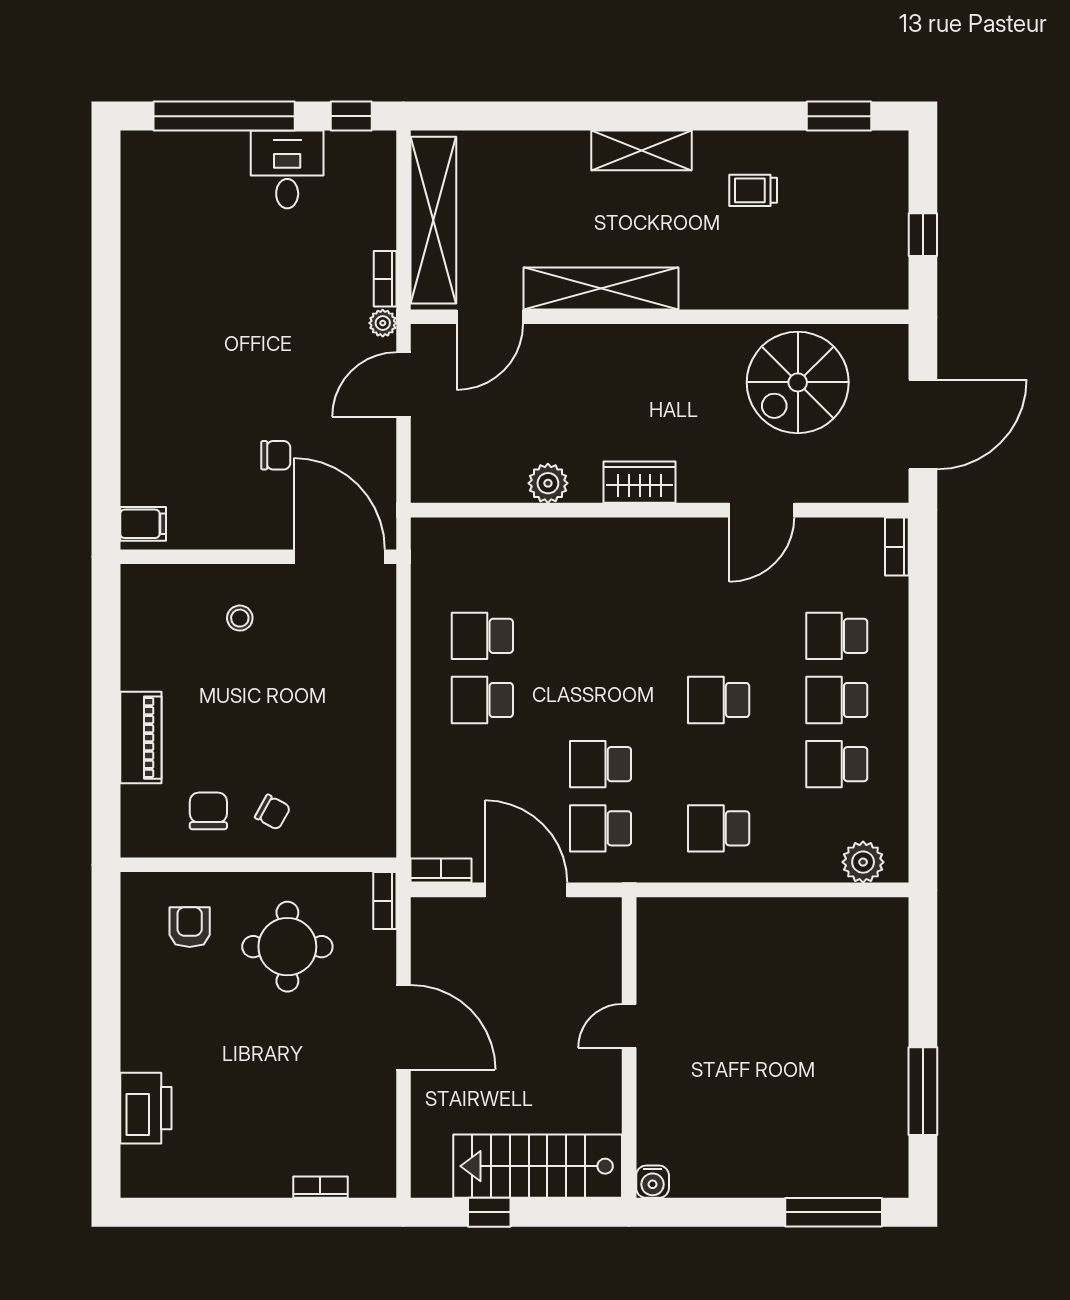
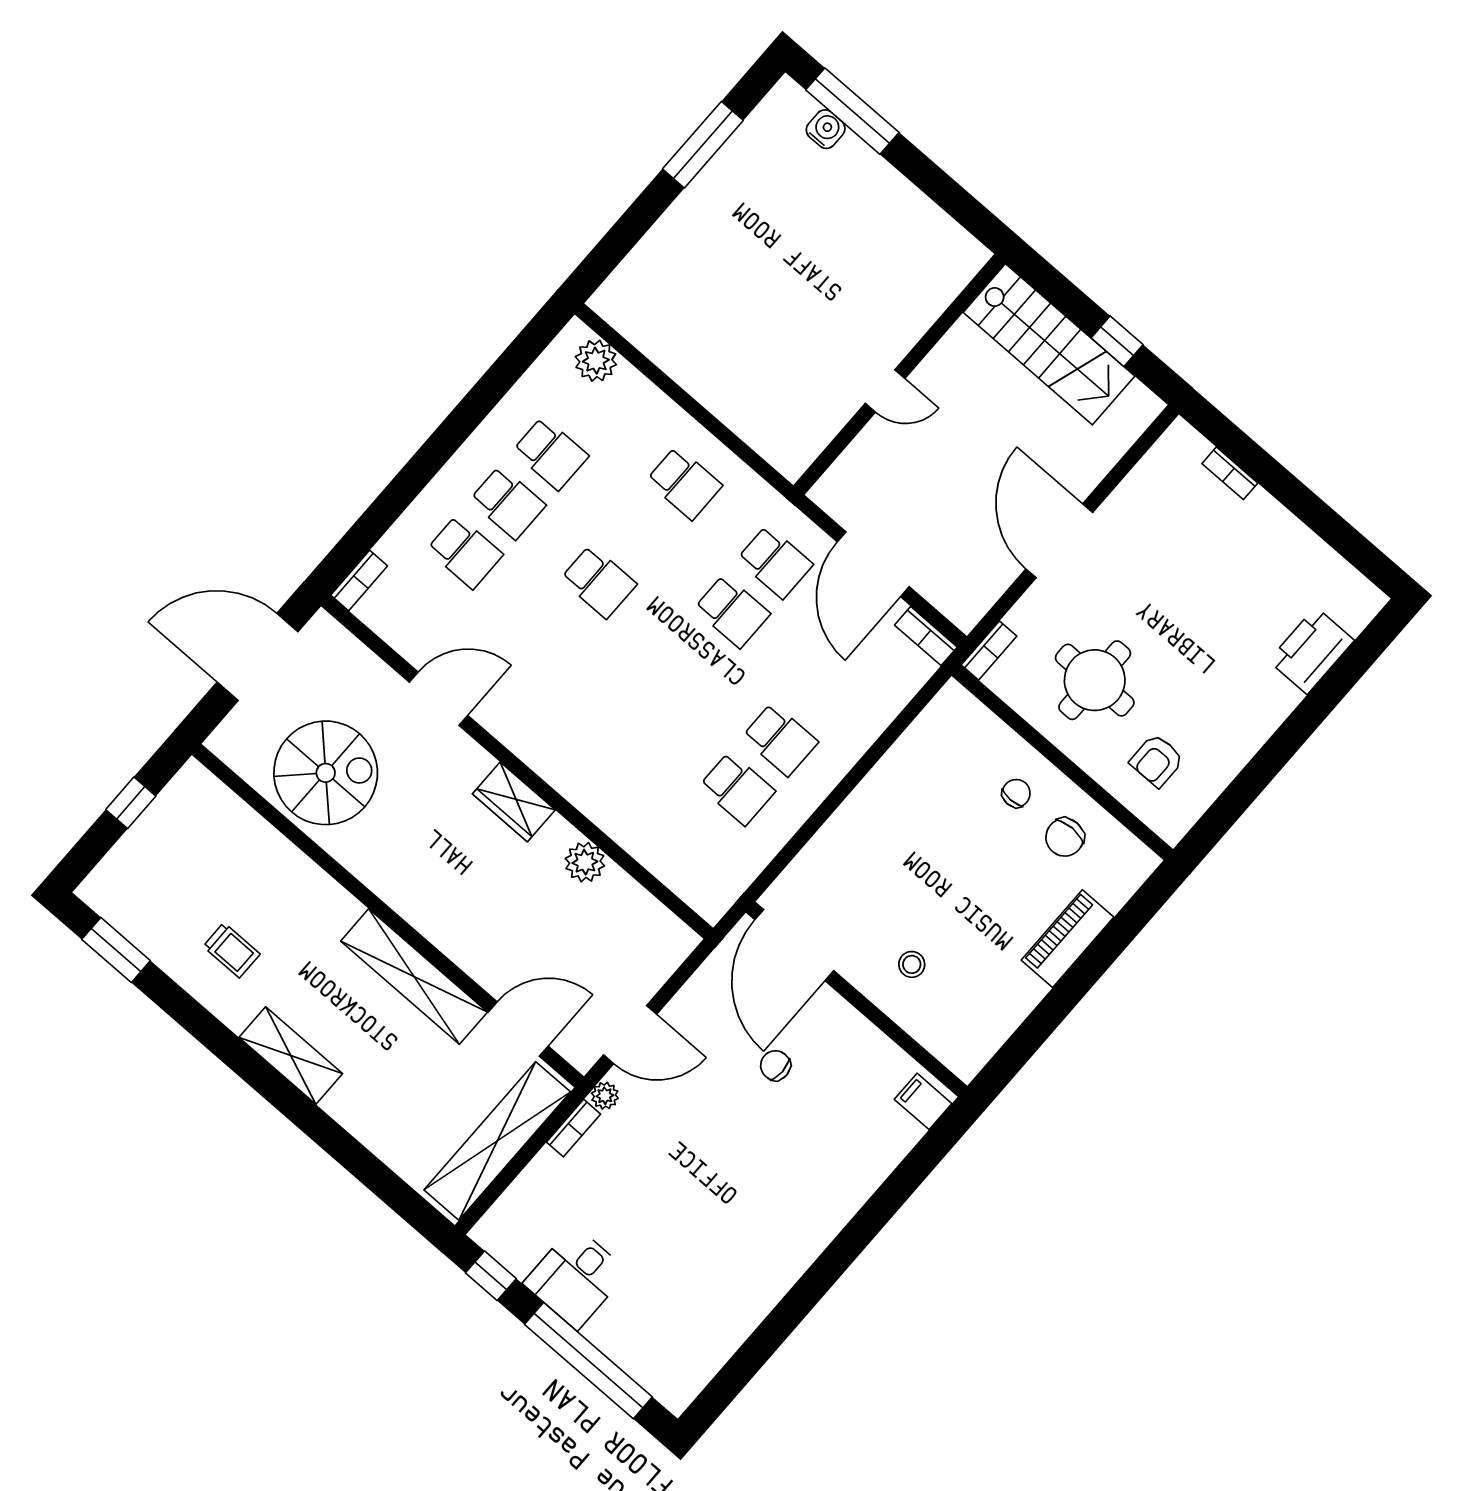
chair: (273, 812) -> (1016, 793), turned 61
water cooler: (653, 1182) -> (826, 129), moved

